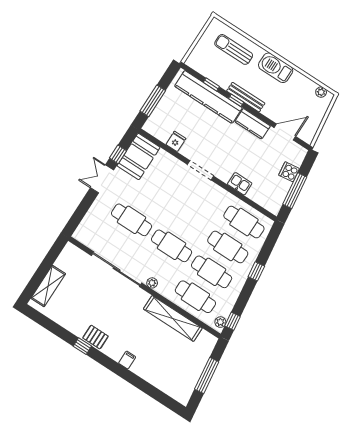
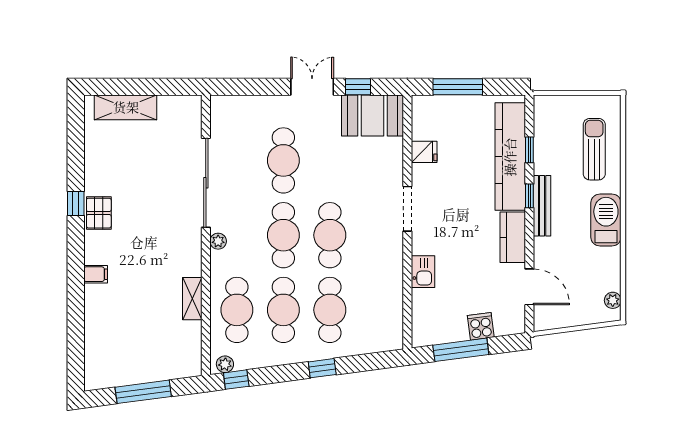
cafe table: (244, 222) -> (330, 235), moved
shelving: (173, 318) -> (192, 299), width x0.45, depth x0.75

